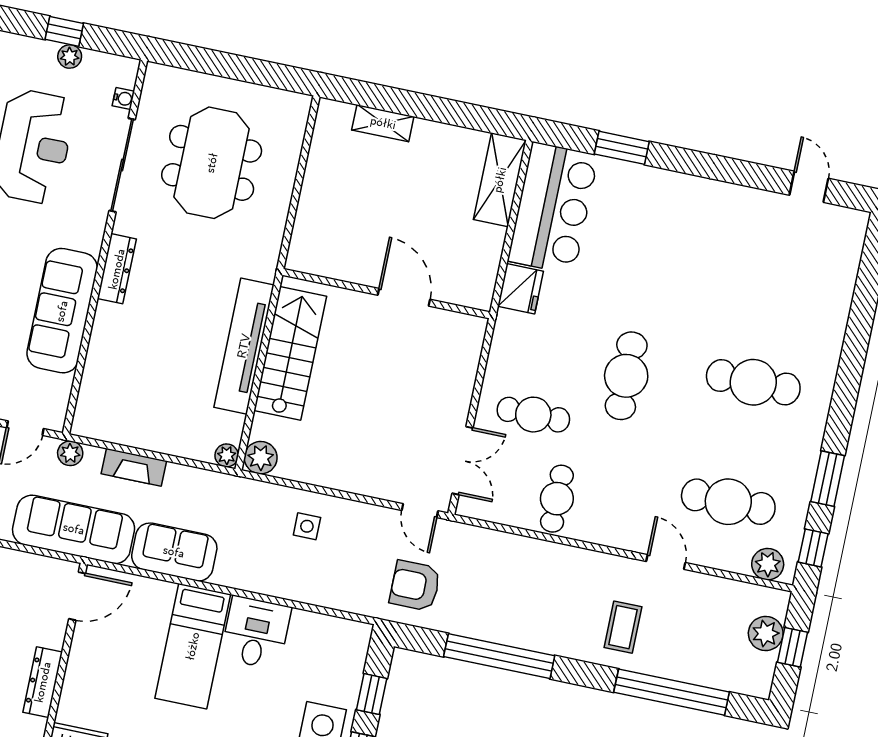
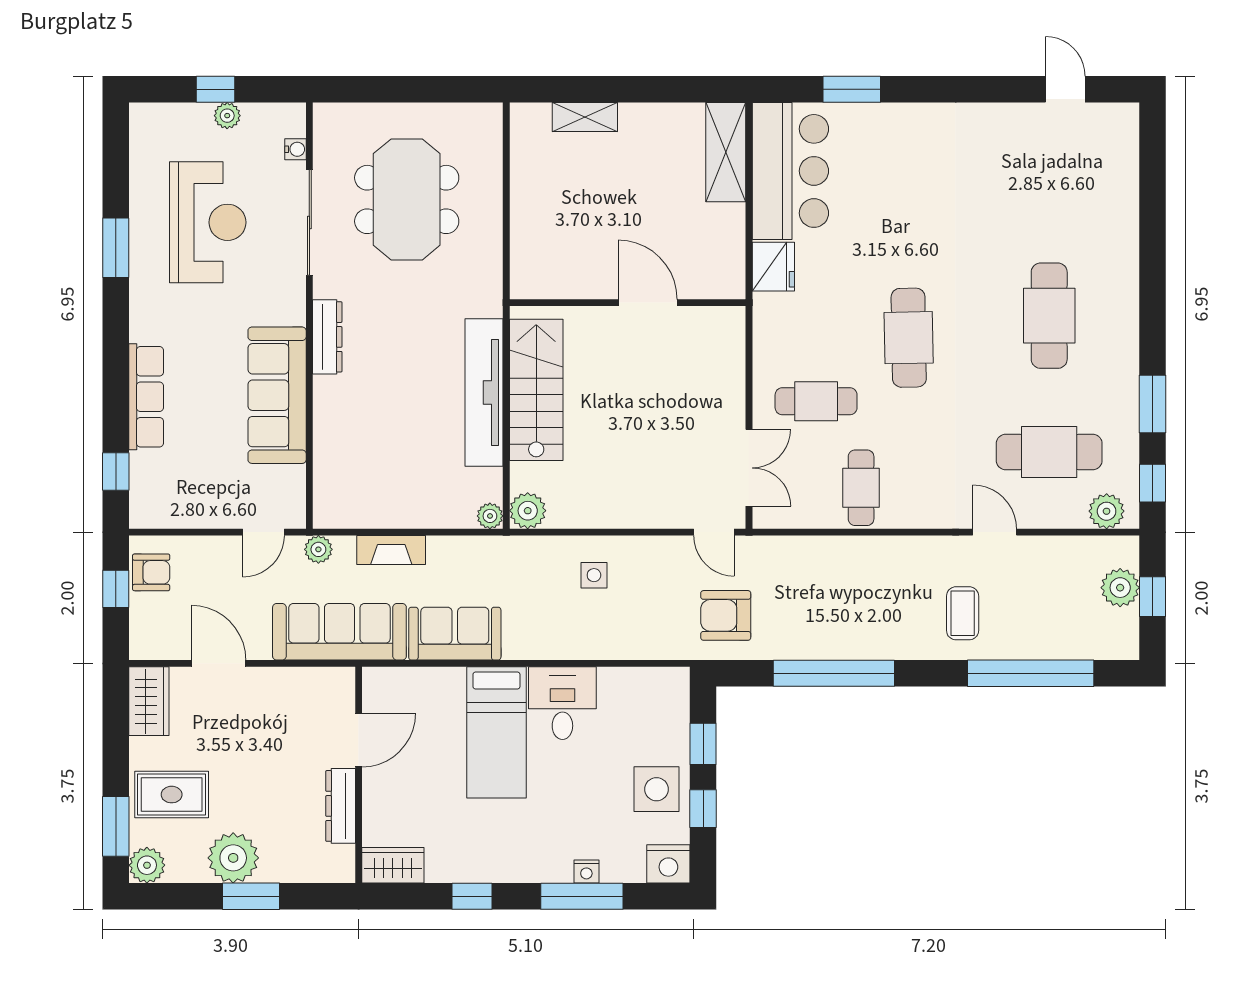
cafe table: (753, 382) -> (1049, 316), turned 90
door: (77, 596) -> (359, 740), moved

